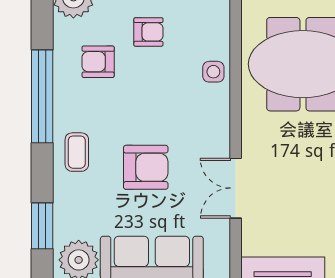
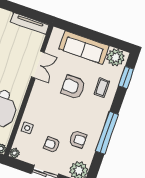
side table: (213, 72) -> (27, 128), moved
coffee table: (77, 152) -> (102, 88), moved

